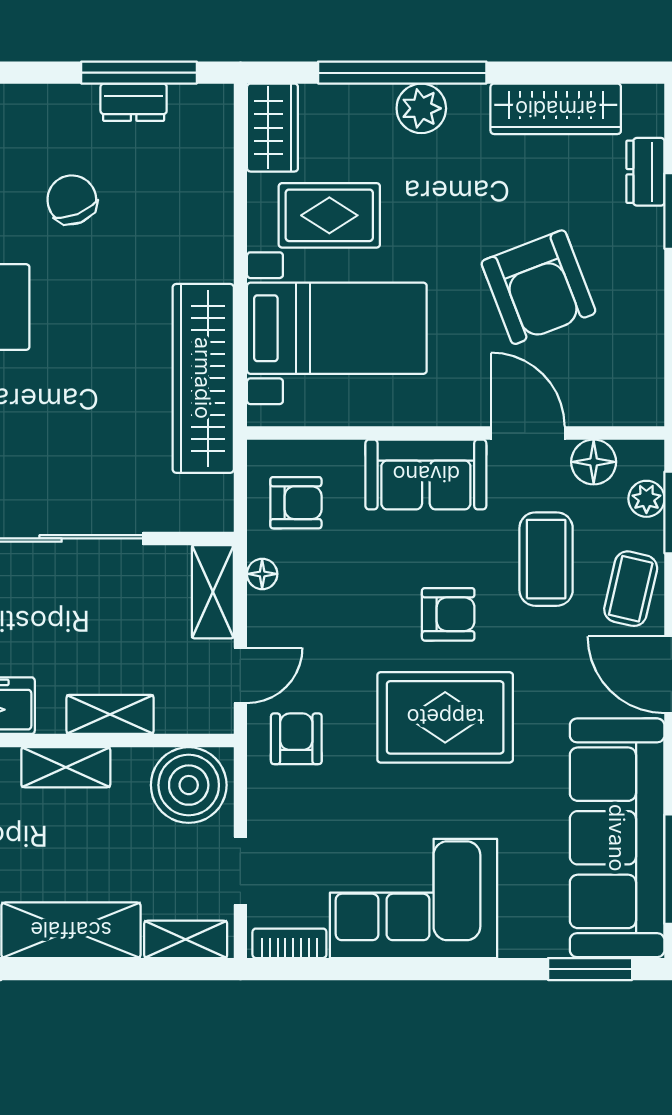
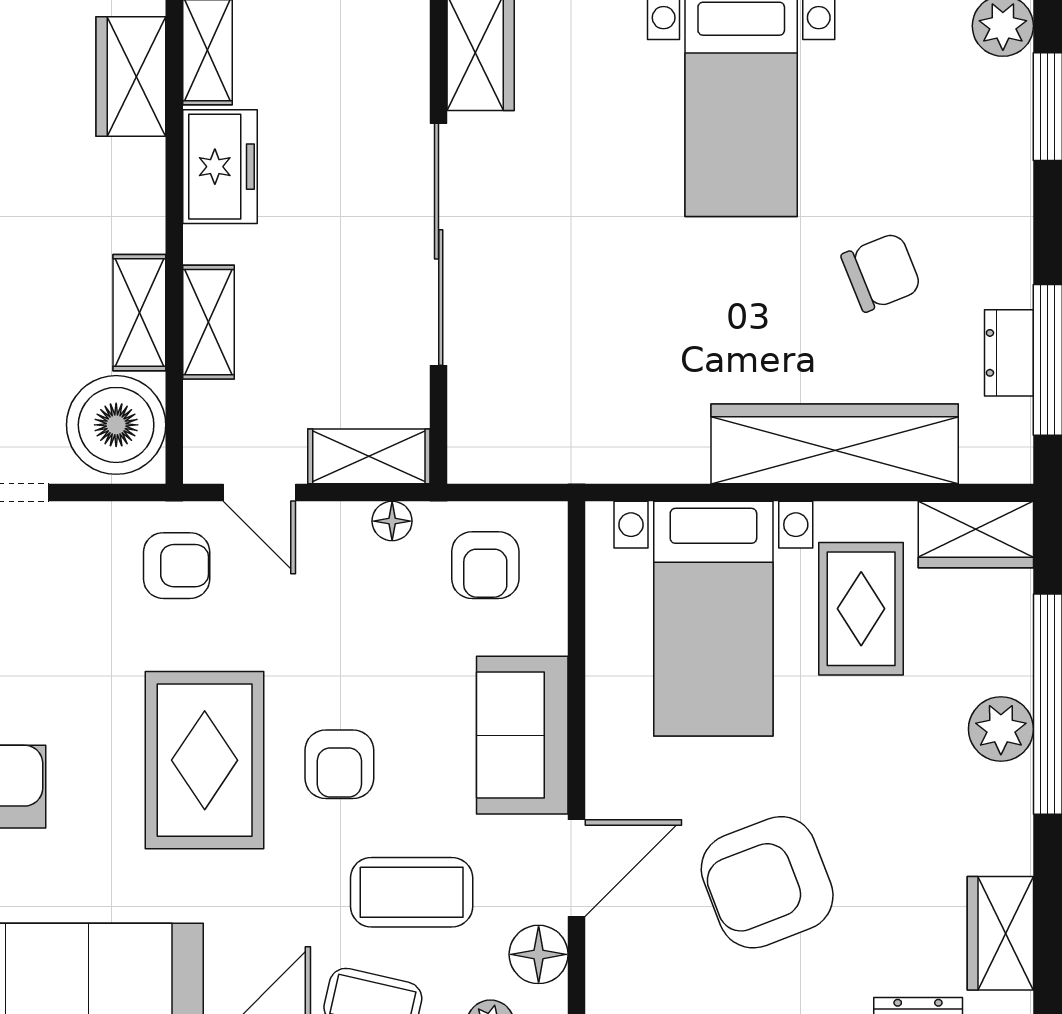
wardrobe: (556, 109) -> (1000, 933), width x0.67
wardrobe: (203, 378) -> (835, 444), moved
shelving: (66, 767) -> (139, 313), moved

